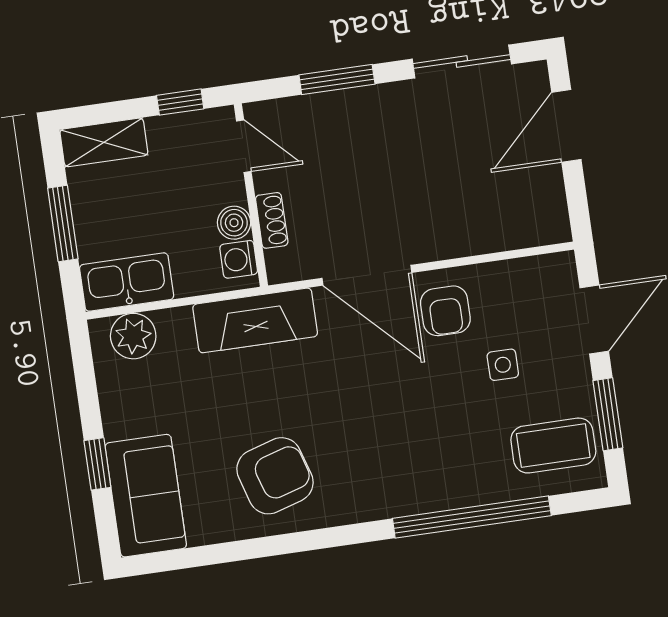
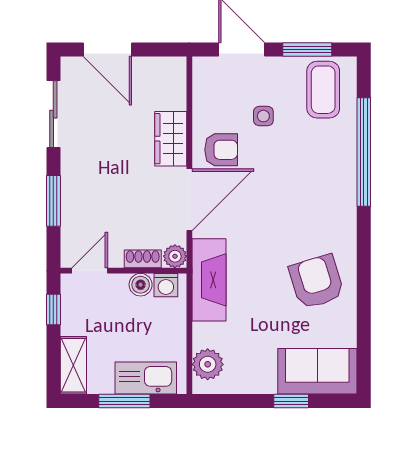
wardrobe: (451, 236) -> (171, 139), added
plant: (282, 266) -> (175, 256), added
kitchen sink: (127, 282) -> (146, 378), moved, turned 90

